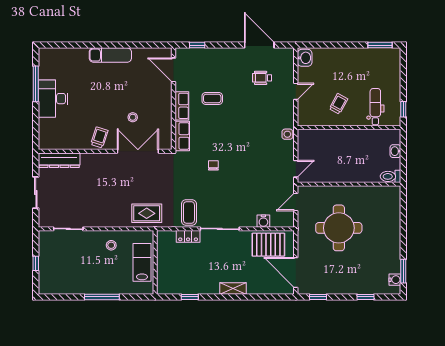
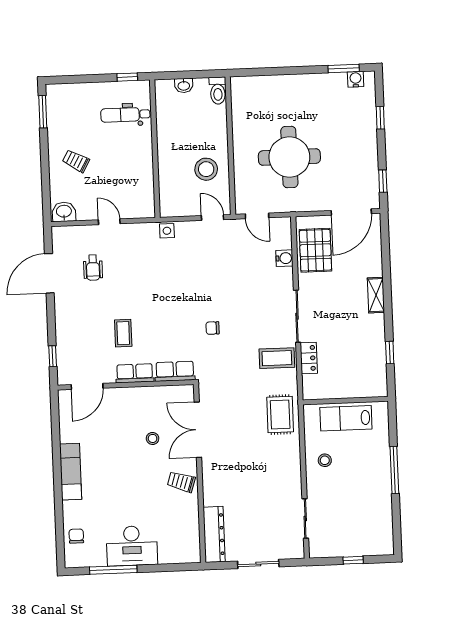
chair: (62, 57) -> (76, 536), added
trolley: (338, 104) -> (76, 161), moved
stool: (332, 165) -> (206, 169), added

